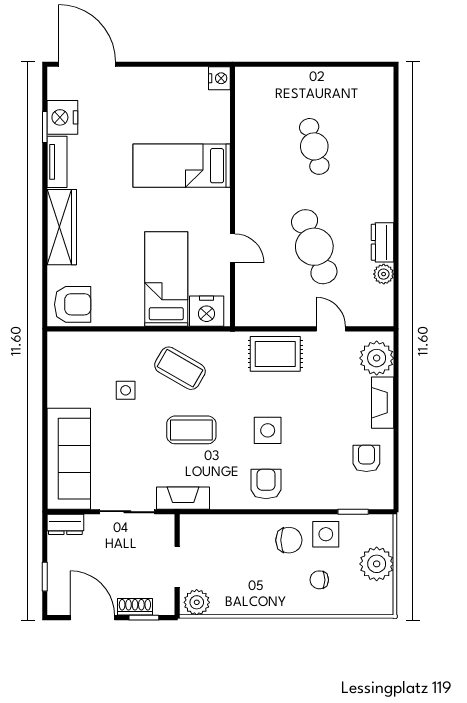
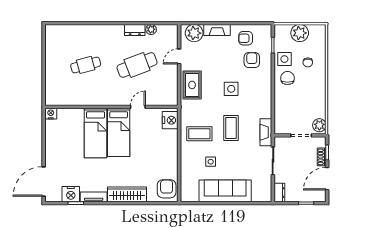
bed: (166, 279) -> (119, 132), moved, turned -90
coffee table: (180, 368) -> (199, 134), turned 60
sofa: (69, 459) -> (225, 191), moved
armchair: (266, 484) -> (252, 60), moved, turned 90

